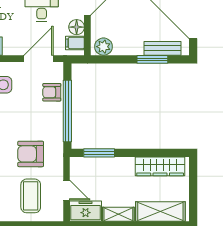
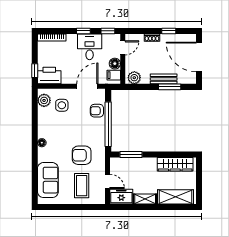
bench: (163, 48) -> (164, 79), moved

